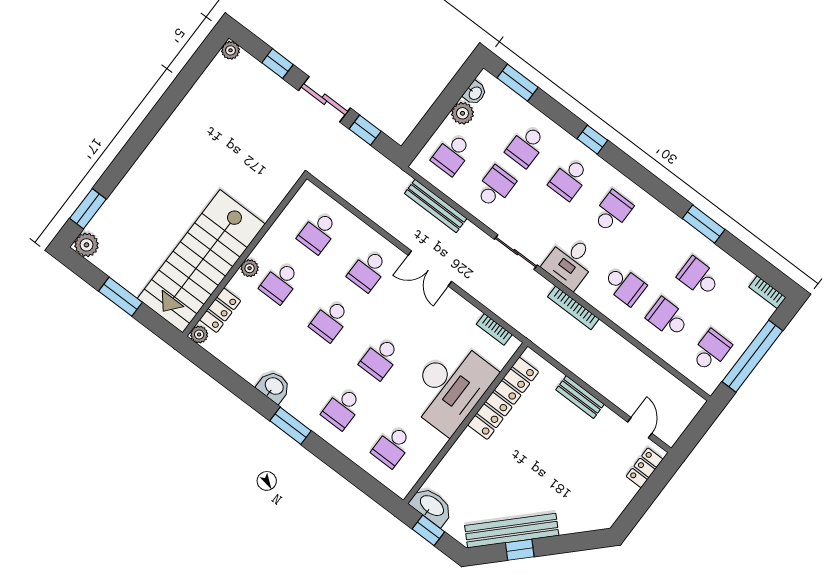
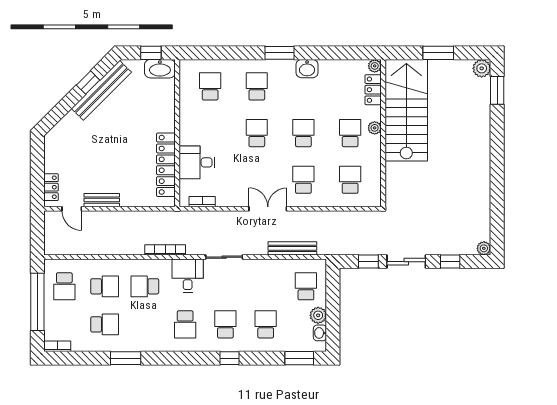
school desk: (495, 187) -> (266, 286), removed
desk: (450, 387) -> (197, 162), width x0.53, depth x0.77
bench: (580, 397) -> (102, 200), moved

